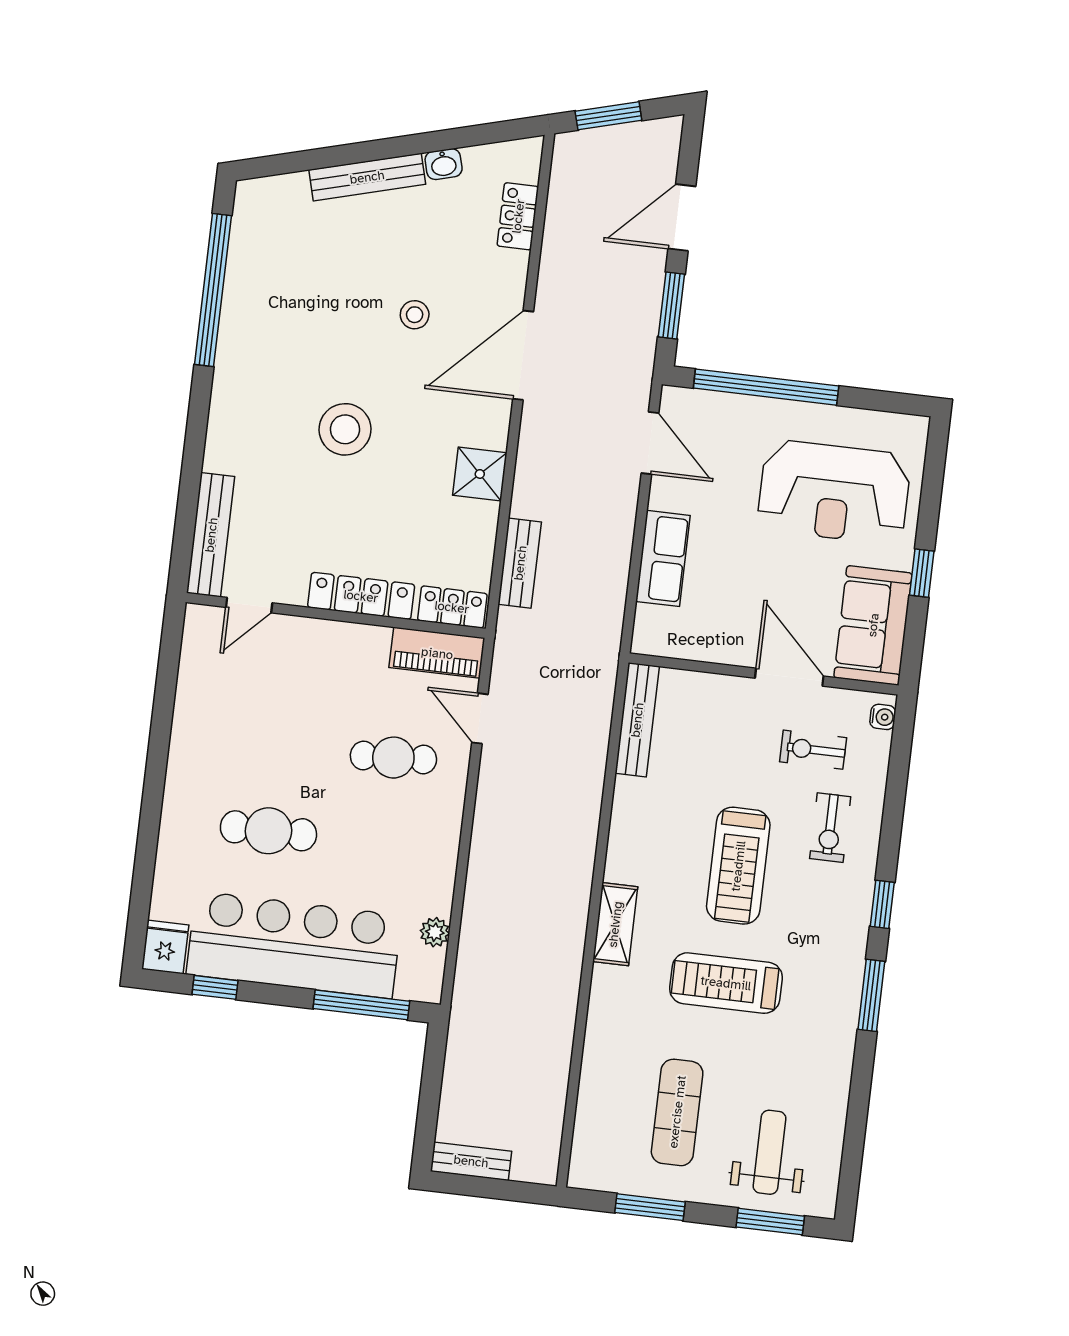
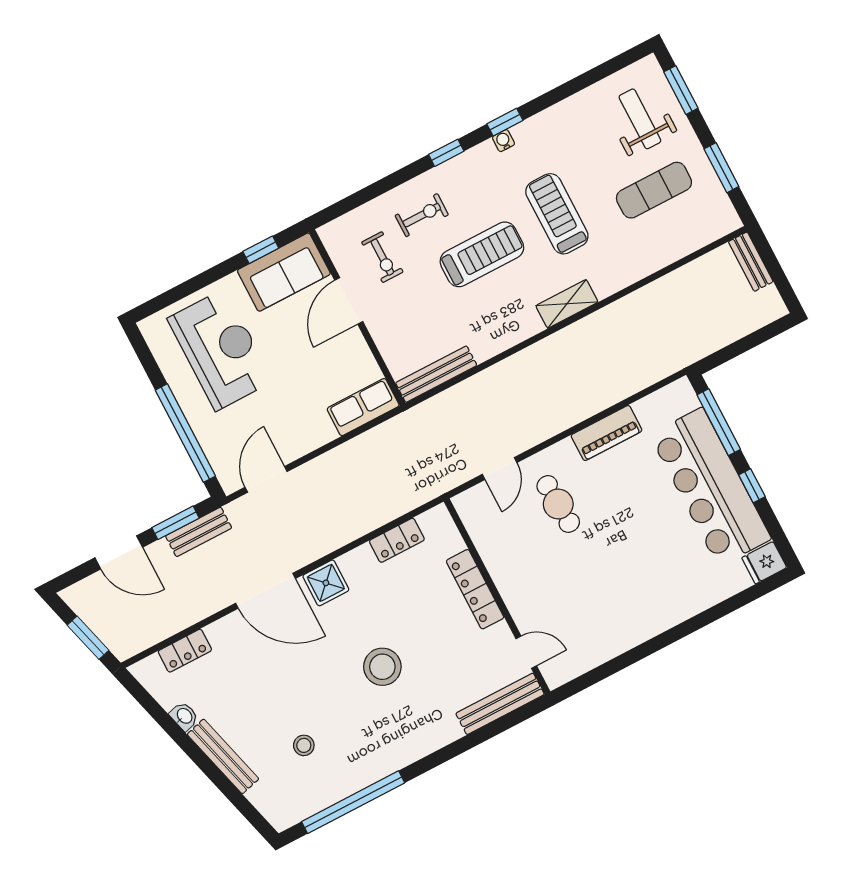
stool: (415, 315) -> (304, 745), moved
shower: (480, 474) -> (326, 583), moved
row of seats: (663, 558) -> (363, 407), moved
bench: (520, 563) -> (199, 532), moved
window: (922, 573) -> (261, 250), moved
locker: (452, 607) -> (397, 540), moved, turned -90
piano: (437, 653) -> (607, 433), moved, turned 90
water cooler: (883, 717) -> (503, 141), moved
cafe table: (268, 831) -> (653, 549), removed
plant: (435, 932) -> (645, 408), removed
treadmill: (726, 983) -> (557, 214), turned 180
window: (215, 987) -> (752, 486), moved
window: (871, 995) -> (505, 122), width x0.67
weight bench: (769, 1152) -> (640, 119), turned 90
bench: (471, 1161) -> (751, 262), moved

